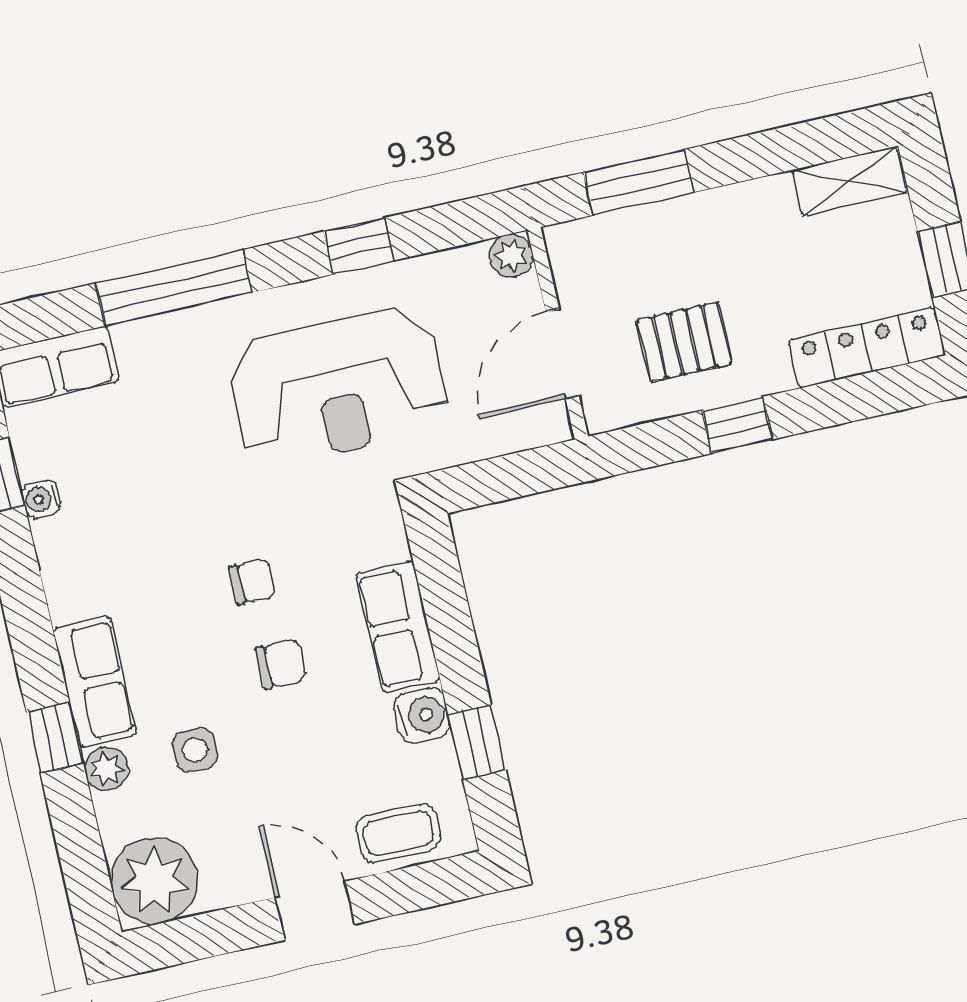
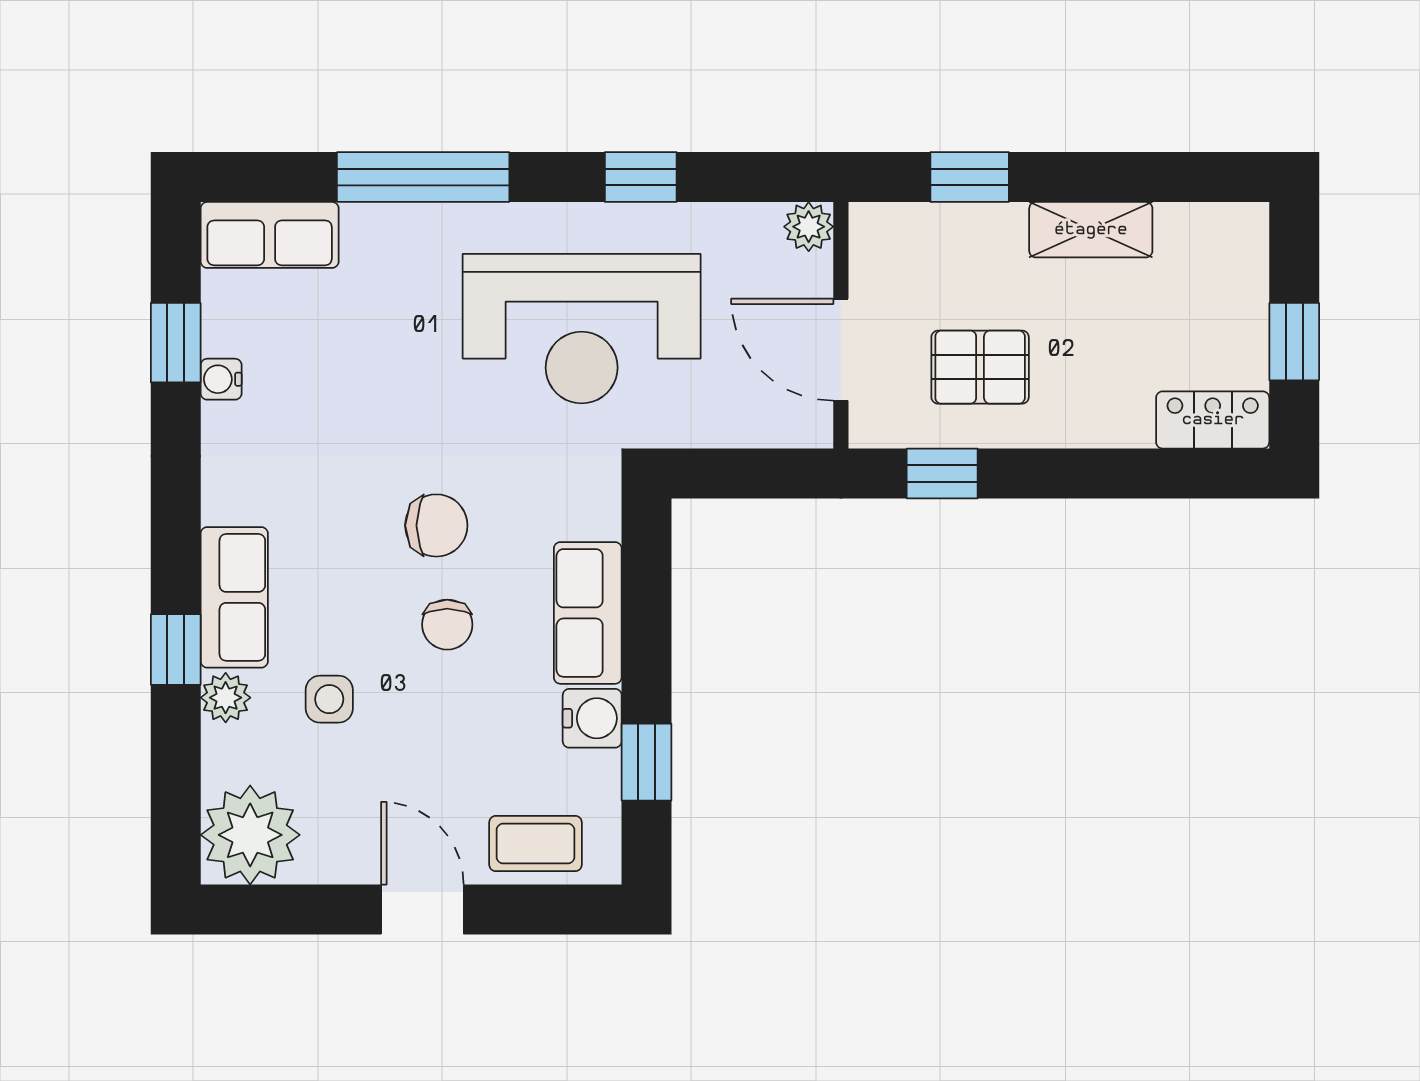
shelving: (850, 181) -> (1091, 230), moved
window: (639, 182) -> (970, 177), width x0.67
locker: (867, 348) -> (1213, 420), width x0.66
door: (562, 354) -> (841, 350), hinge flipped
window: (737, 425) -> (942, 473), moved
chair: (252, 582) -> (436, 525), width x1.37, depth x1.37
chair: (281, 664) -> (447, 625), turned 90

